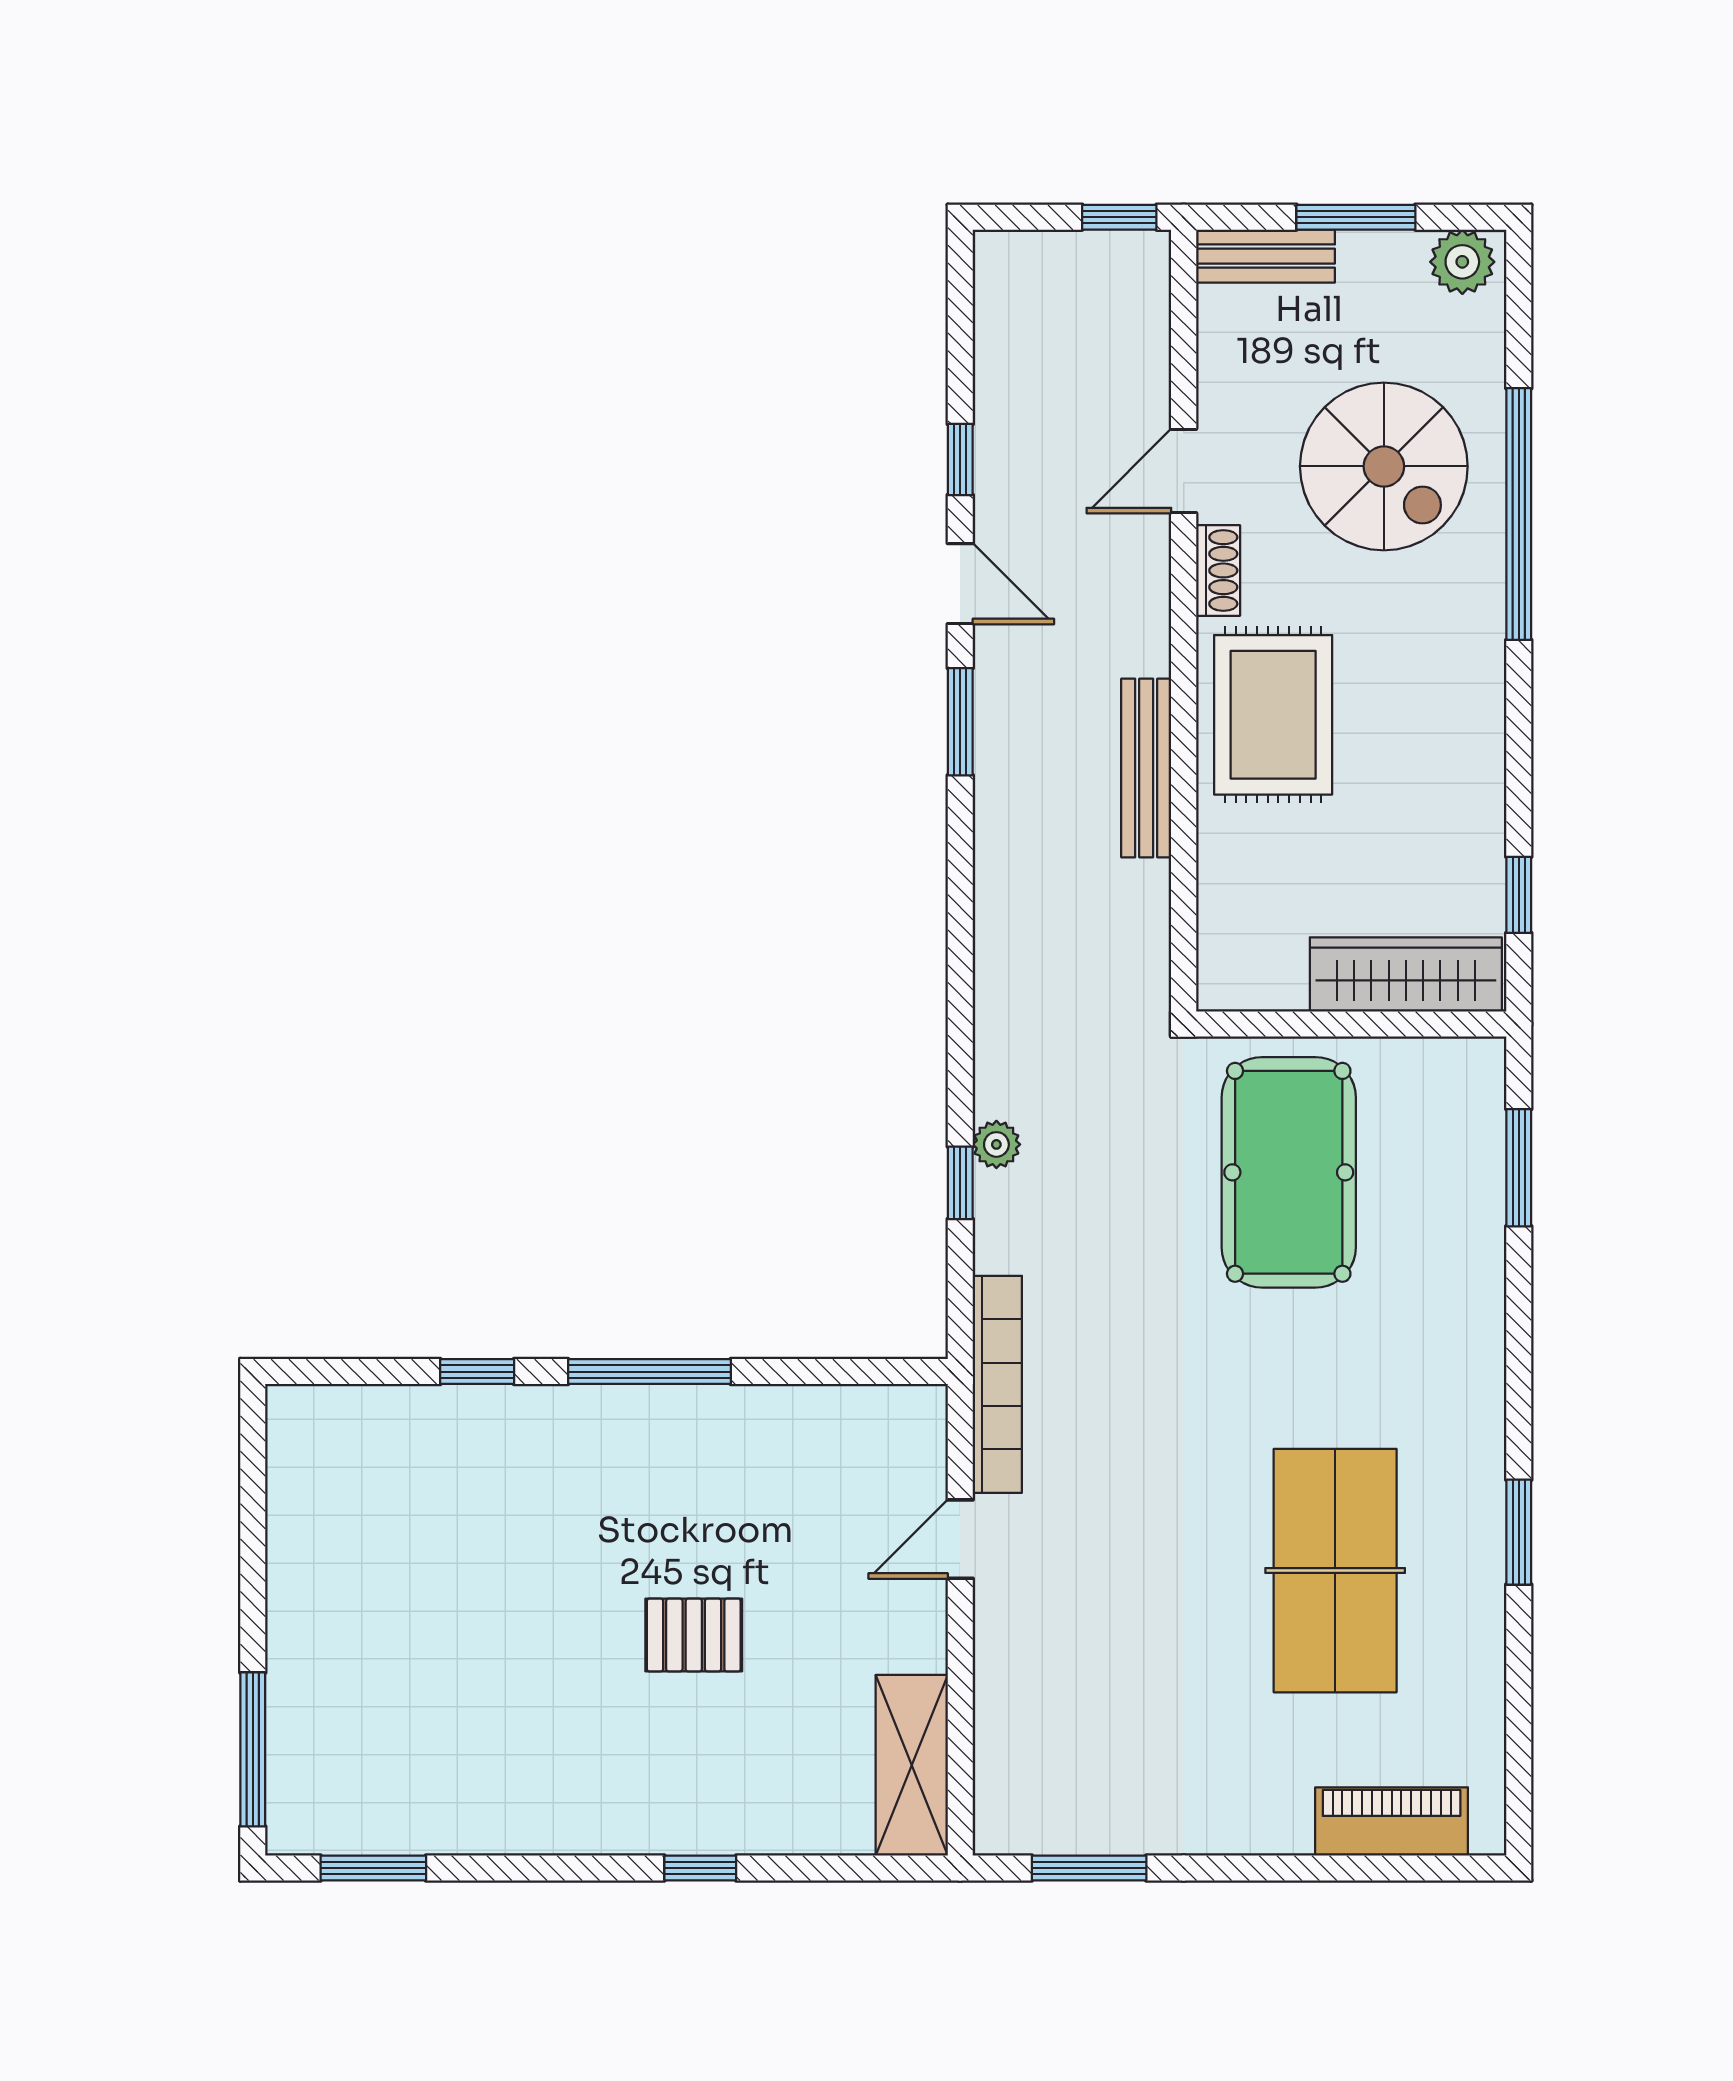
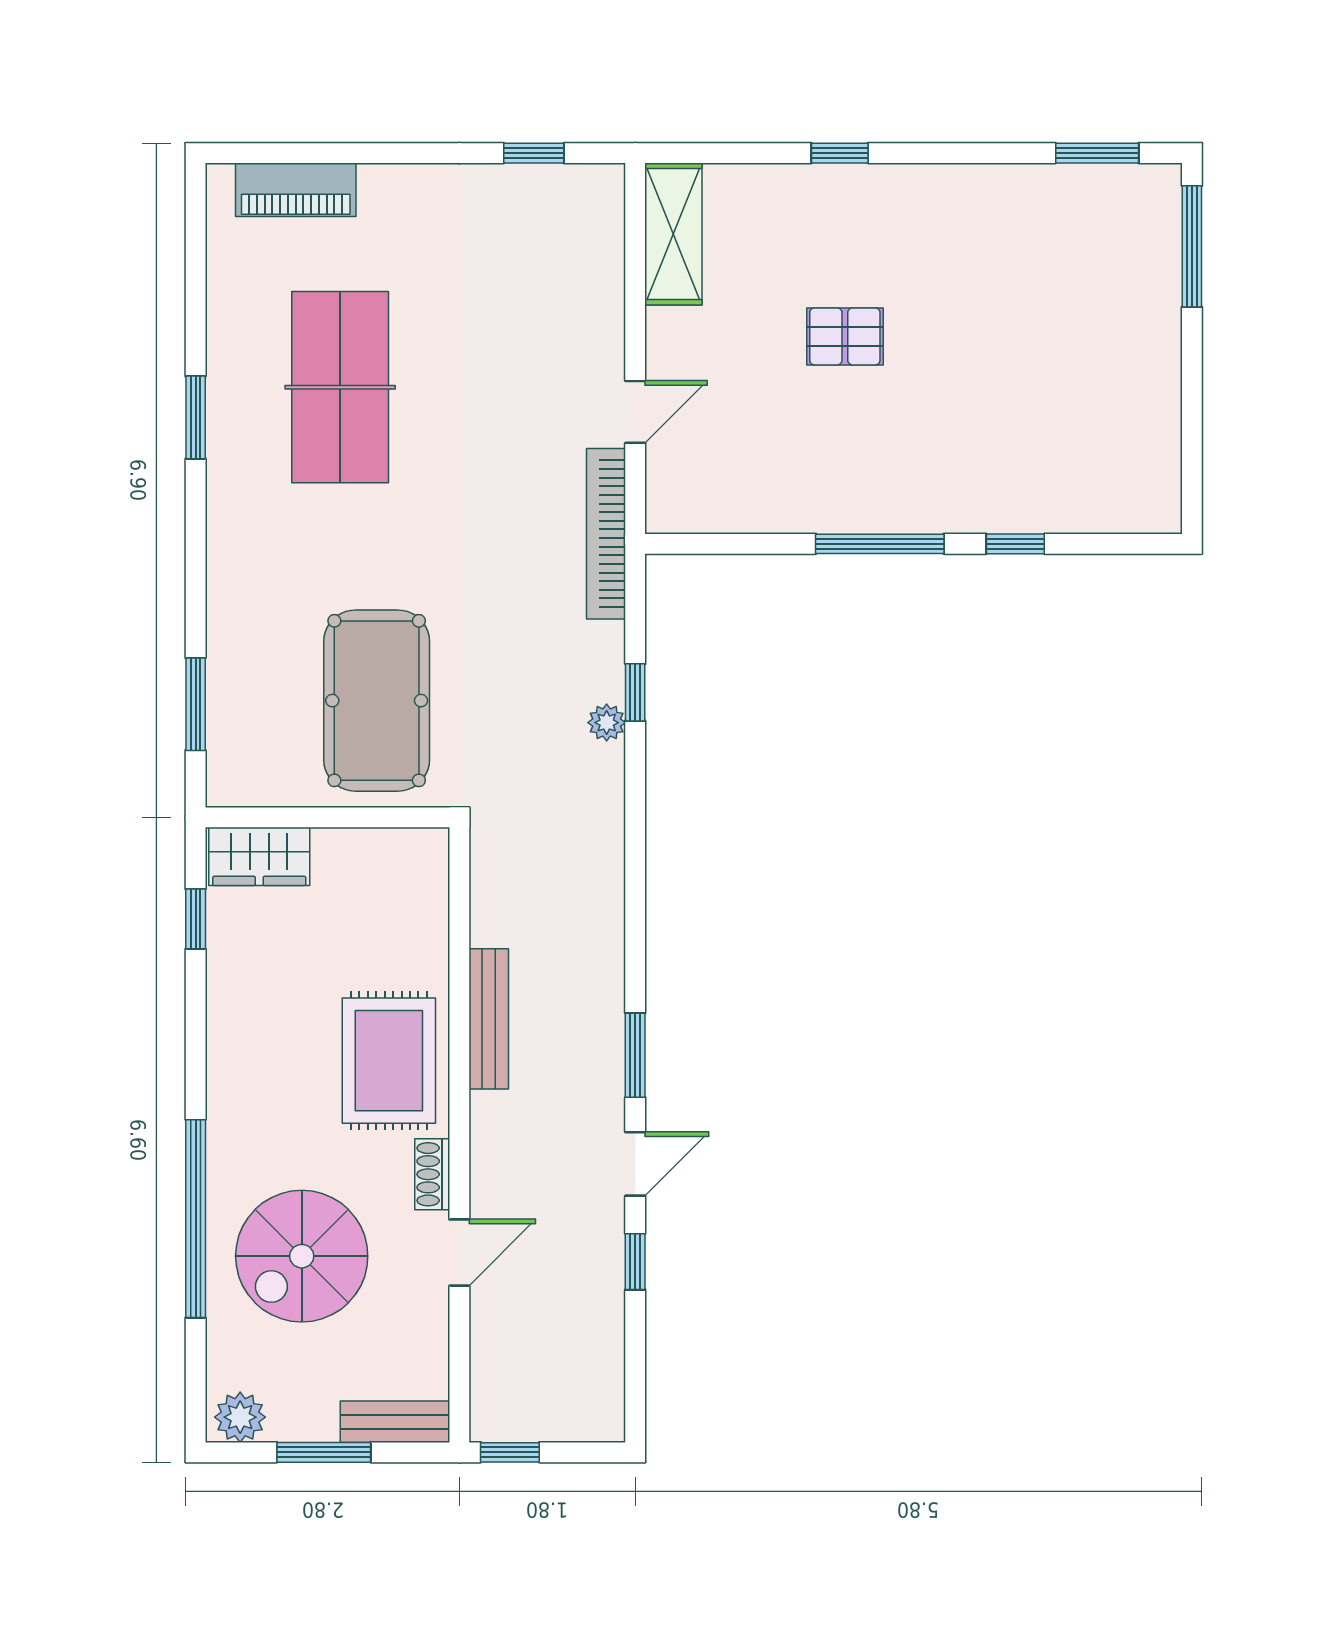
spiral stairs: (1384, 466) -> (302, 1256), turned -90
door: (960, 584) -> (635, 1164), swing flipped
wardrobe: (1406, 974) -> (259, 856), width x0.67
window: (1089, 1868) -> (534, 153), width x0.67

